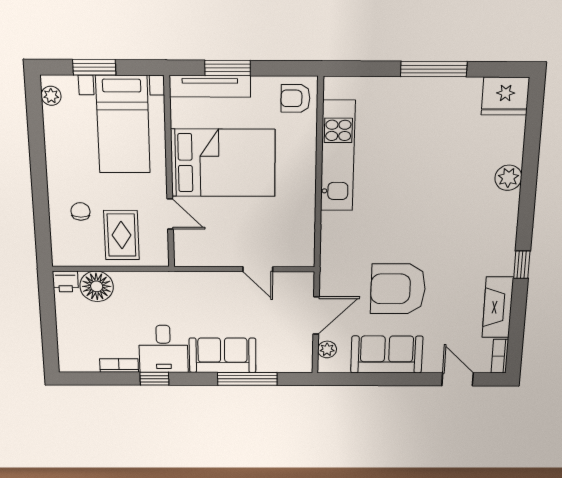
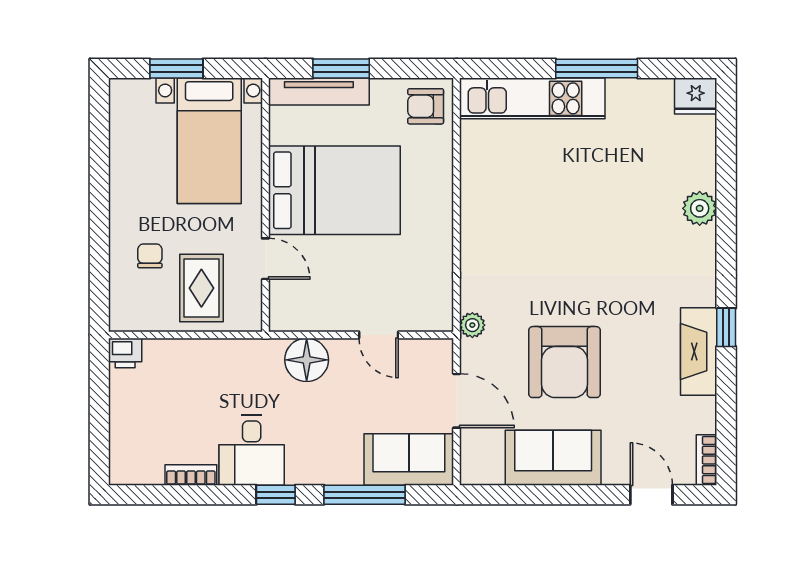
plant: (51, 96) -> (121, 104), removed
fridge: (505, 96) -> (696, 96), width x0.73, depth x0.75
kitchen unit: (338, 156) -> (532, 98), moved, turned 90
floor lamp: (97, 286) -> (307, 360), moved
armchair: (398, 289) -> (564, 362), turned -90
fireplace: (498, 307) -> (699, 351), moved
door: (316, 316) -> (457, 401), hinge flipped
plant: (327, 349) -> (472, 325), moved
sofa: (223, 355) -> (409, 460), moved
window: (155, 379) -> (276, 495), moved

